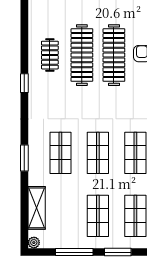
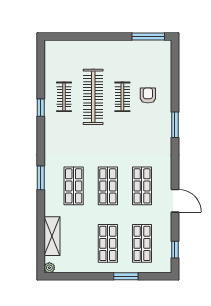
clothes rail: (114, 55) -> (122, 97), width x0.54, depth x0.76
window: (24, 83) -> (41, 108), moved
window: (24, 158) -> (41, 178), moved
window: (74, 252) -> (86, 276), removed

